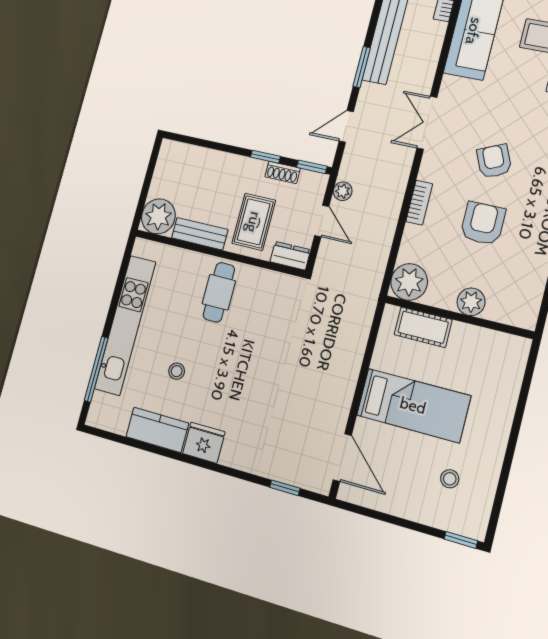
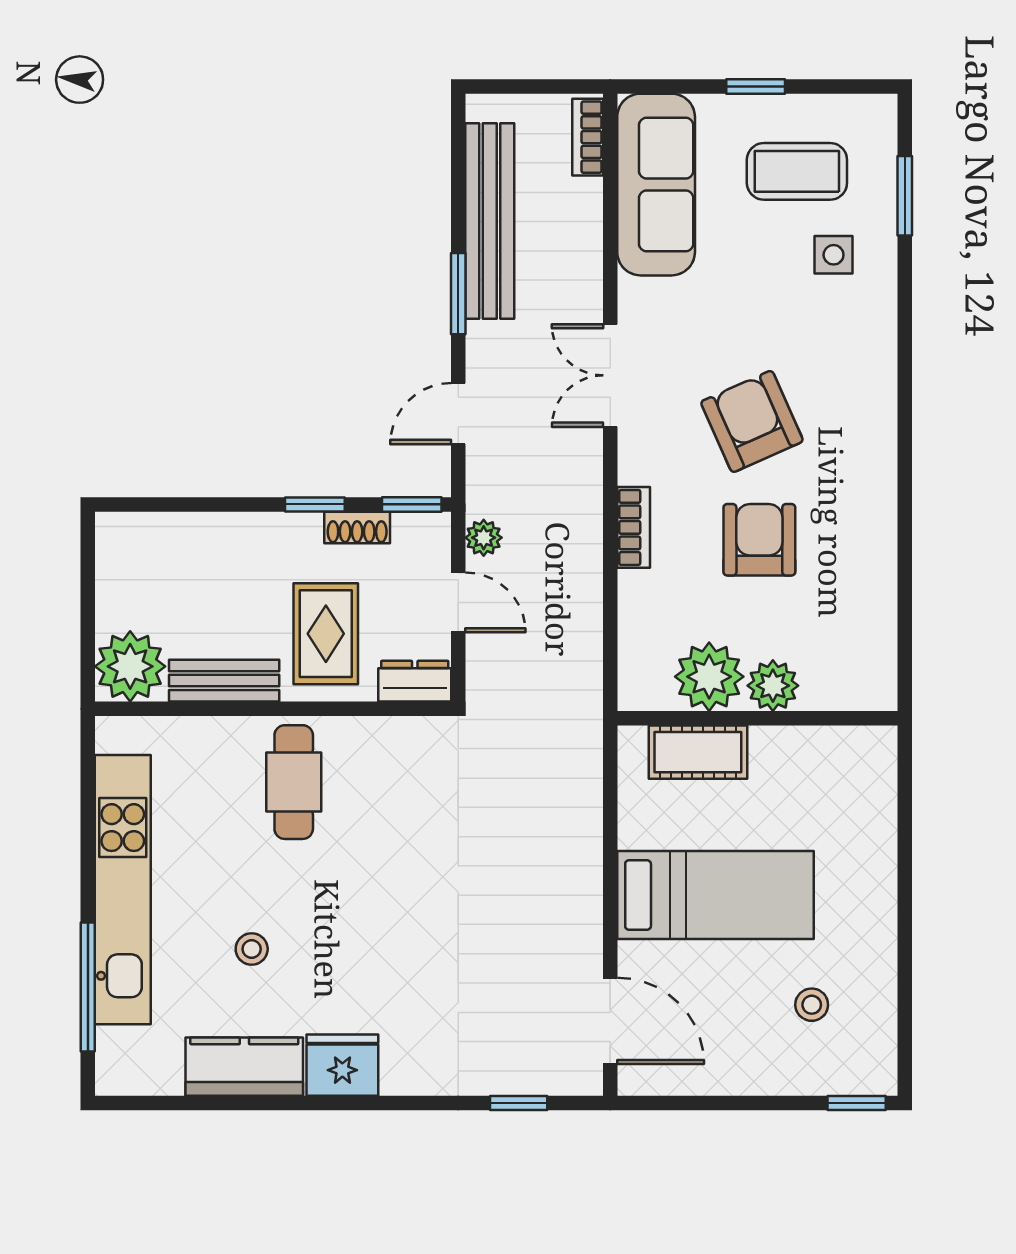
armchair: (494, 161) -> (752, 421), width x1.38, depth x1.38
plant: (409, 282) -> (709, 677), moved

